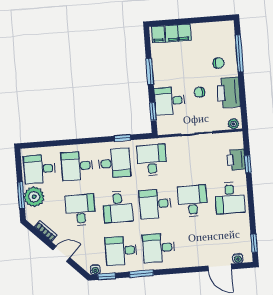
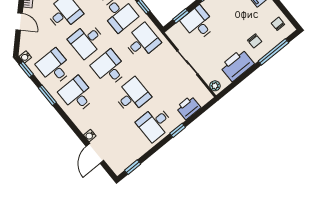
chair: (199, 92) -> (278, 24), moved
window: (248, 164) -> (178, 130), moved
water cooler: (238, 258) -> (90, 136), moved

